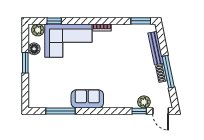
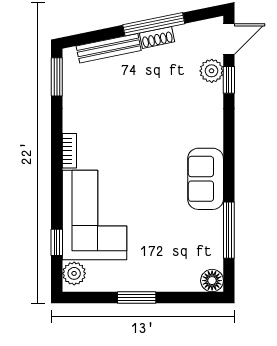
floor lamp: (34, 49) -> (212, 281), moved

